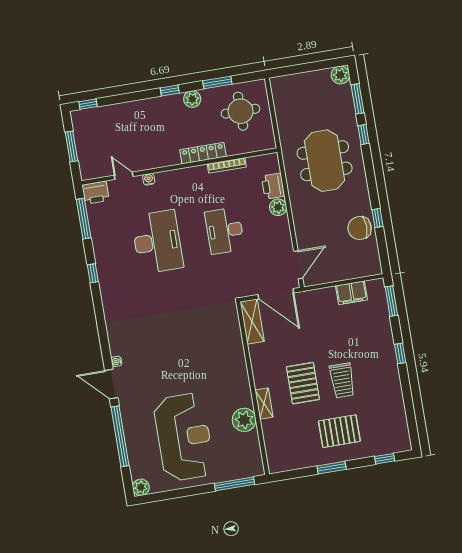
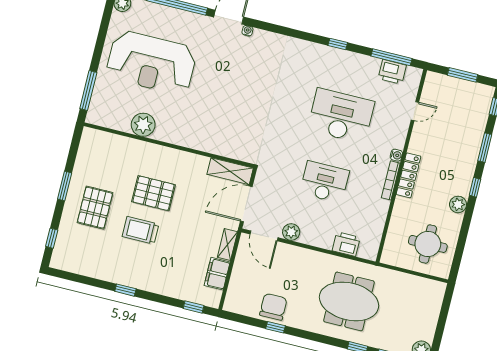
window: (217, 82) -> (485, 148), moved
locker: (203, 153) -> (409, 175), moved
bookcase: (227, 165) -> (391, 180), moved
water cooler: (149, 179) -> (396, 155), moved
printer: (96, 193) -> (392, 72), moved, turned -90
plant: (278, 207) -> (291, 232), moved
desk: (157, 242) -> (341, 116), turned 180
window: (391, 301) -> (194, 307), width x0.67
window: (400, 353) -> (125, 290), moved
shelving: (264, 403) -> (227, 245), moved, turned 90

